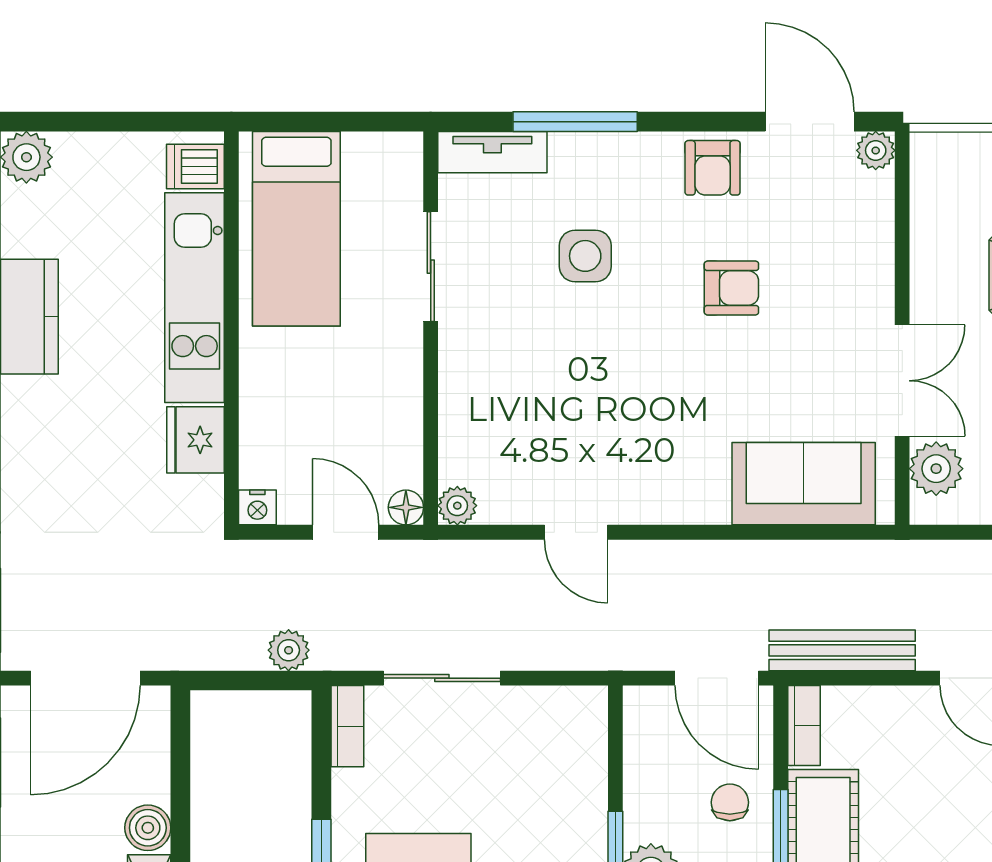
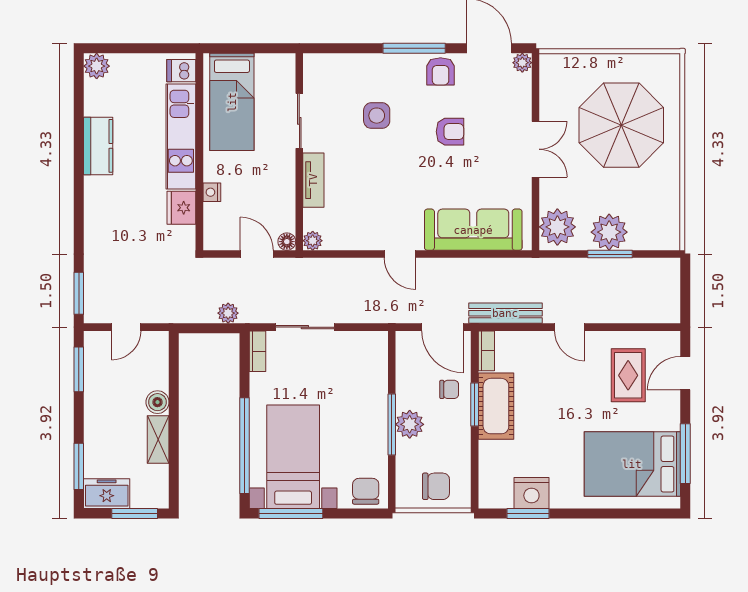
window: (575, 122) -> (414, 48), moved
tv unit: (492, 152) -> (313, 180), moved, turned -90
double door: (902, 381) -> (536, 149), moved
plant: (936, 469) -> (557, 227), width x1.36, depth x1.36
sofa: (804, 484) -> (473, 230), width x1.36
nightstand: (257, 507) -> (212, 192), moved, turned 90
door: (576, 532) -> (400, 254), moved
door: (85, 678) -> (126, 327), width x0.53
chair: (730, 802) -> (449, 389), turned 90

